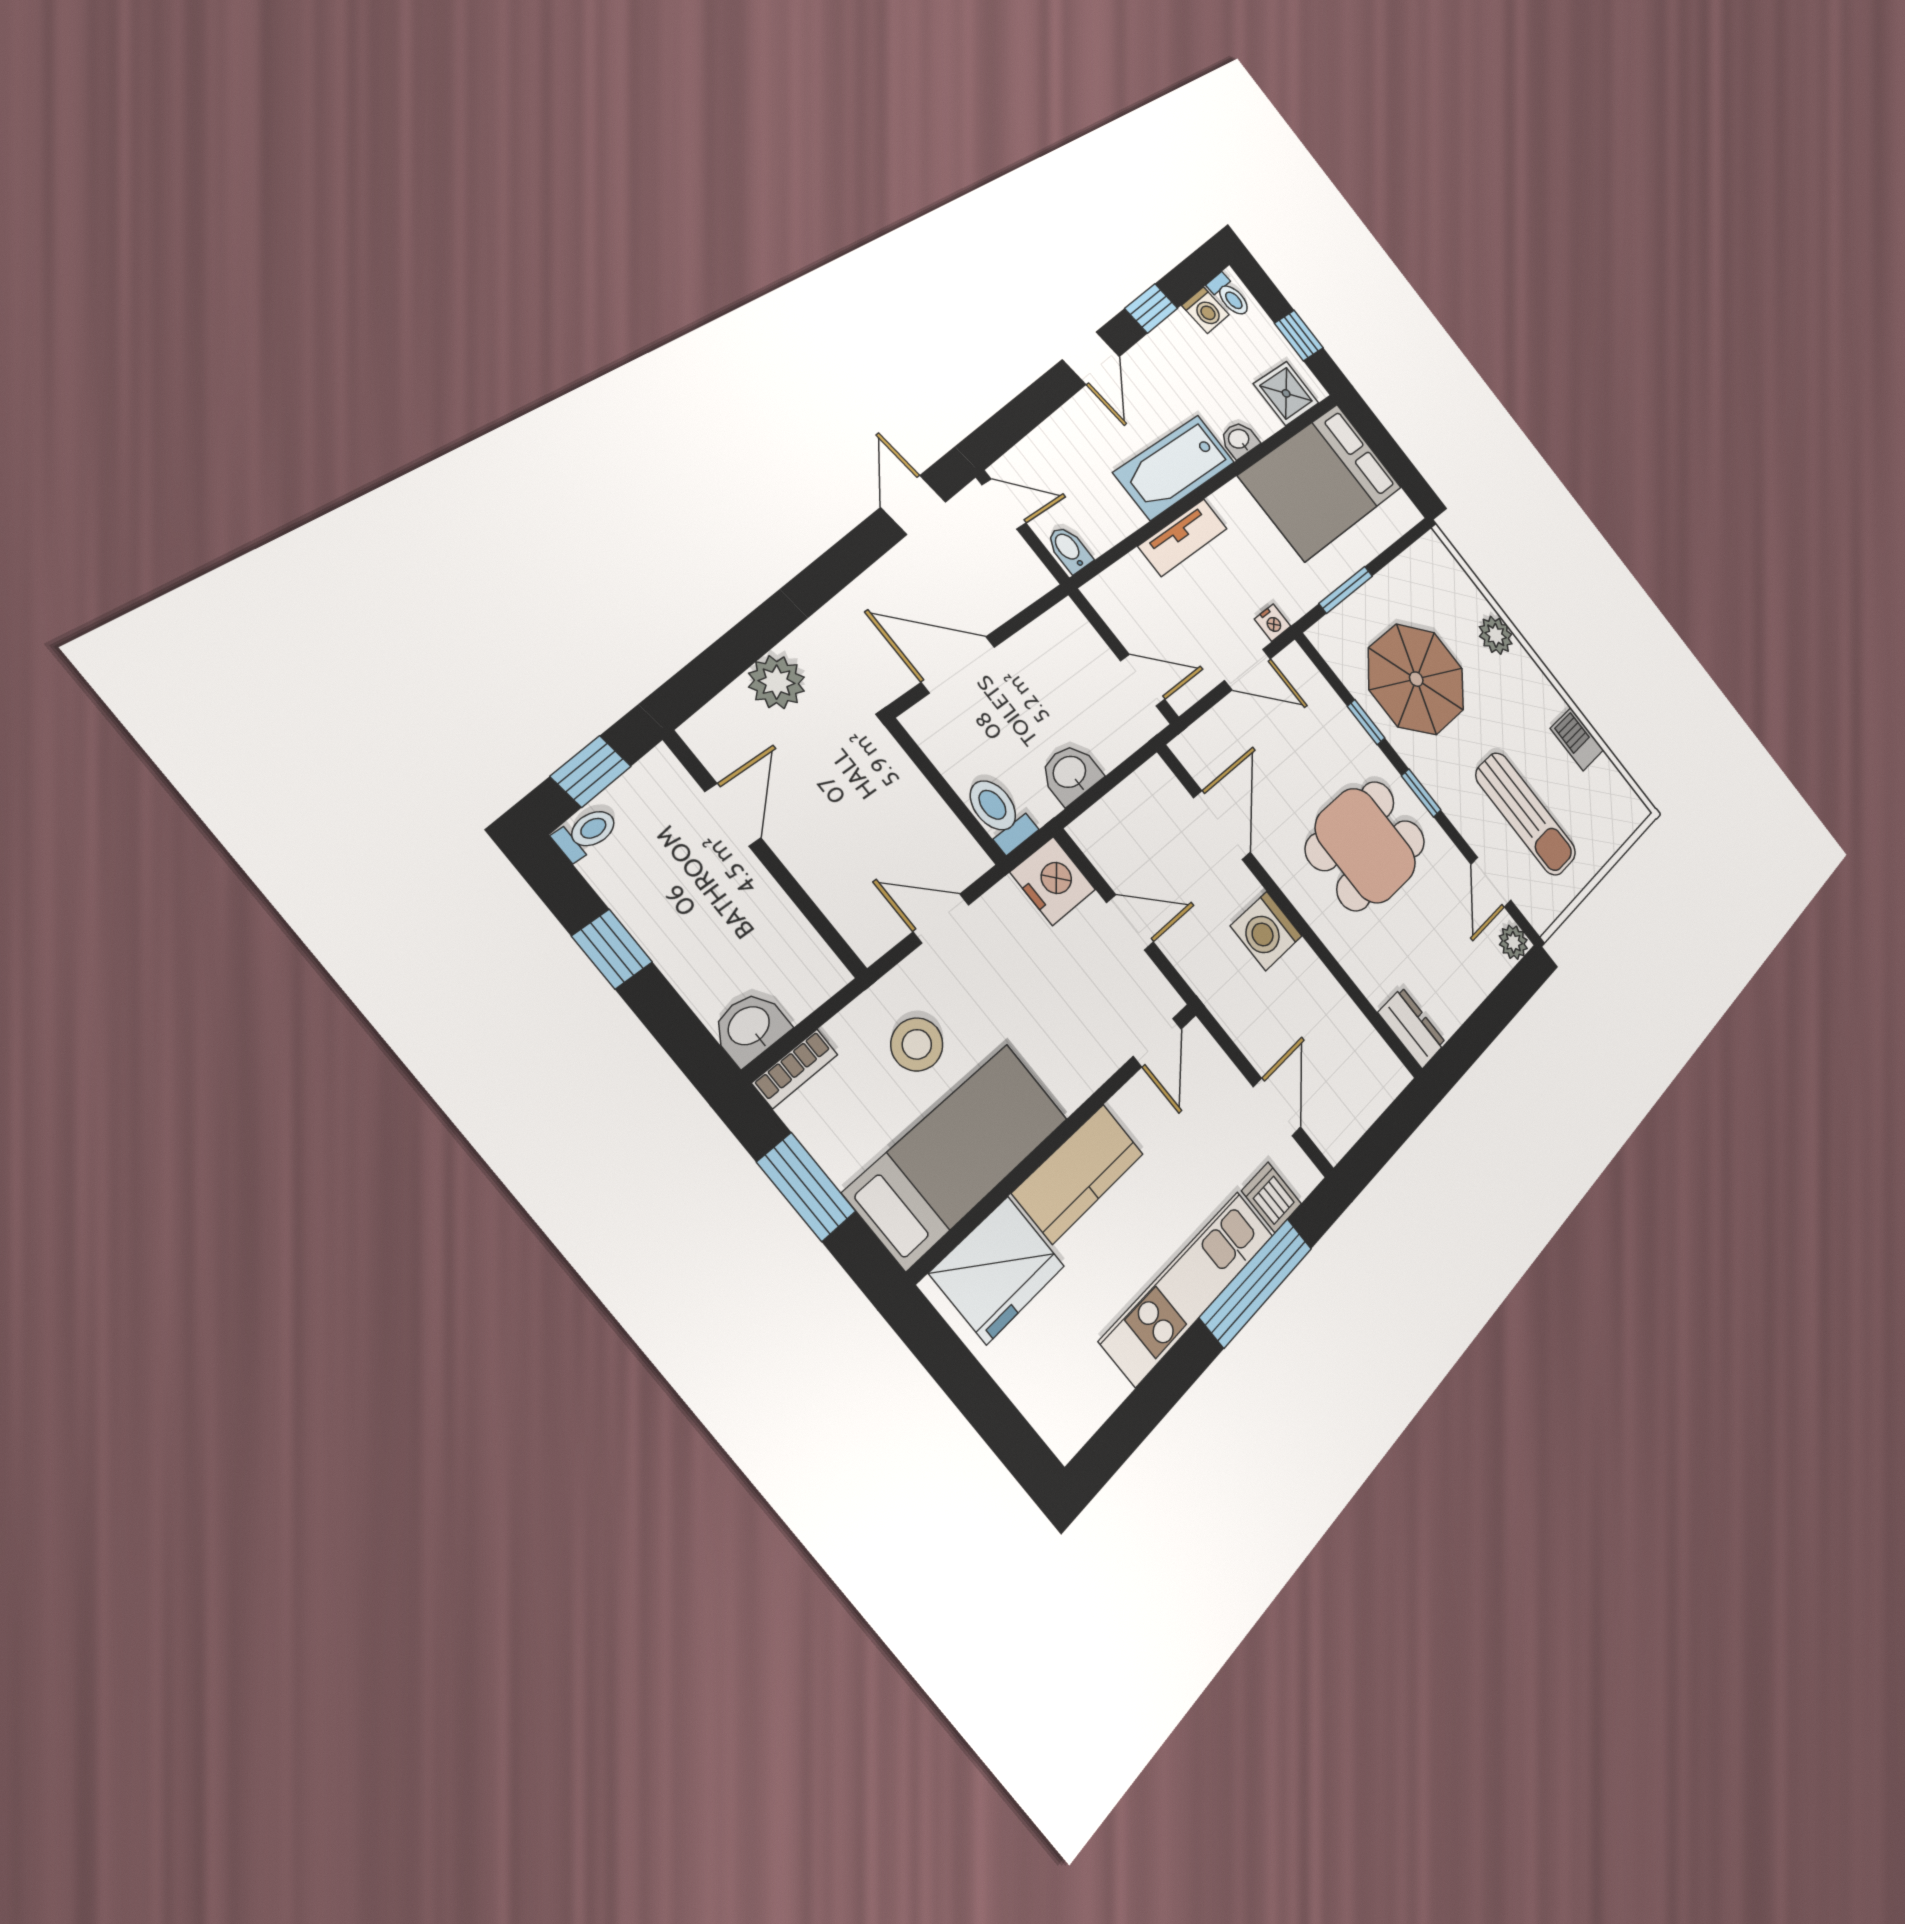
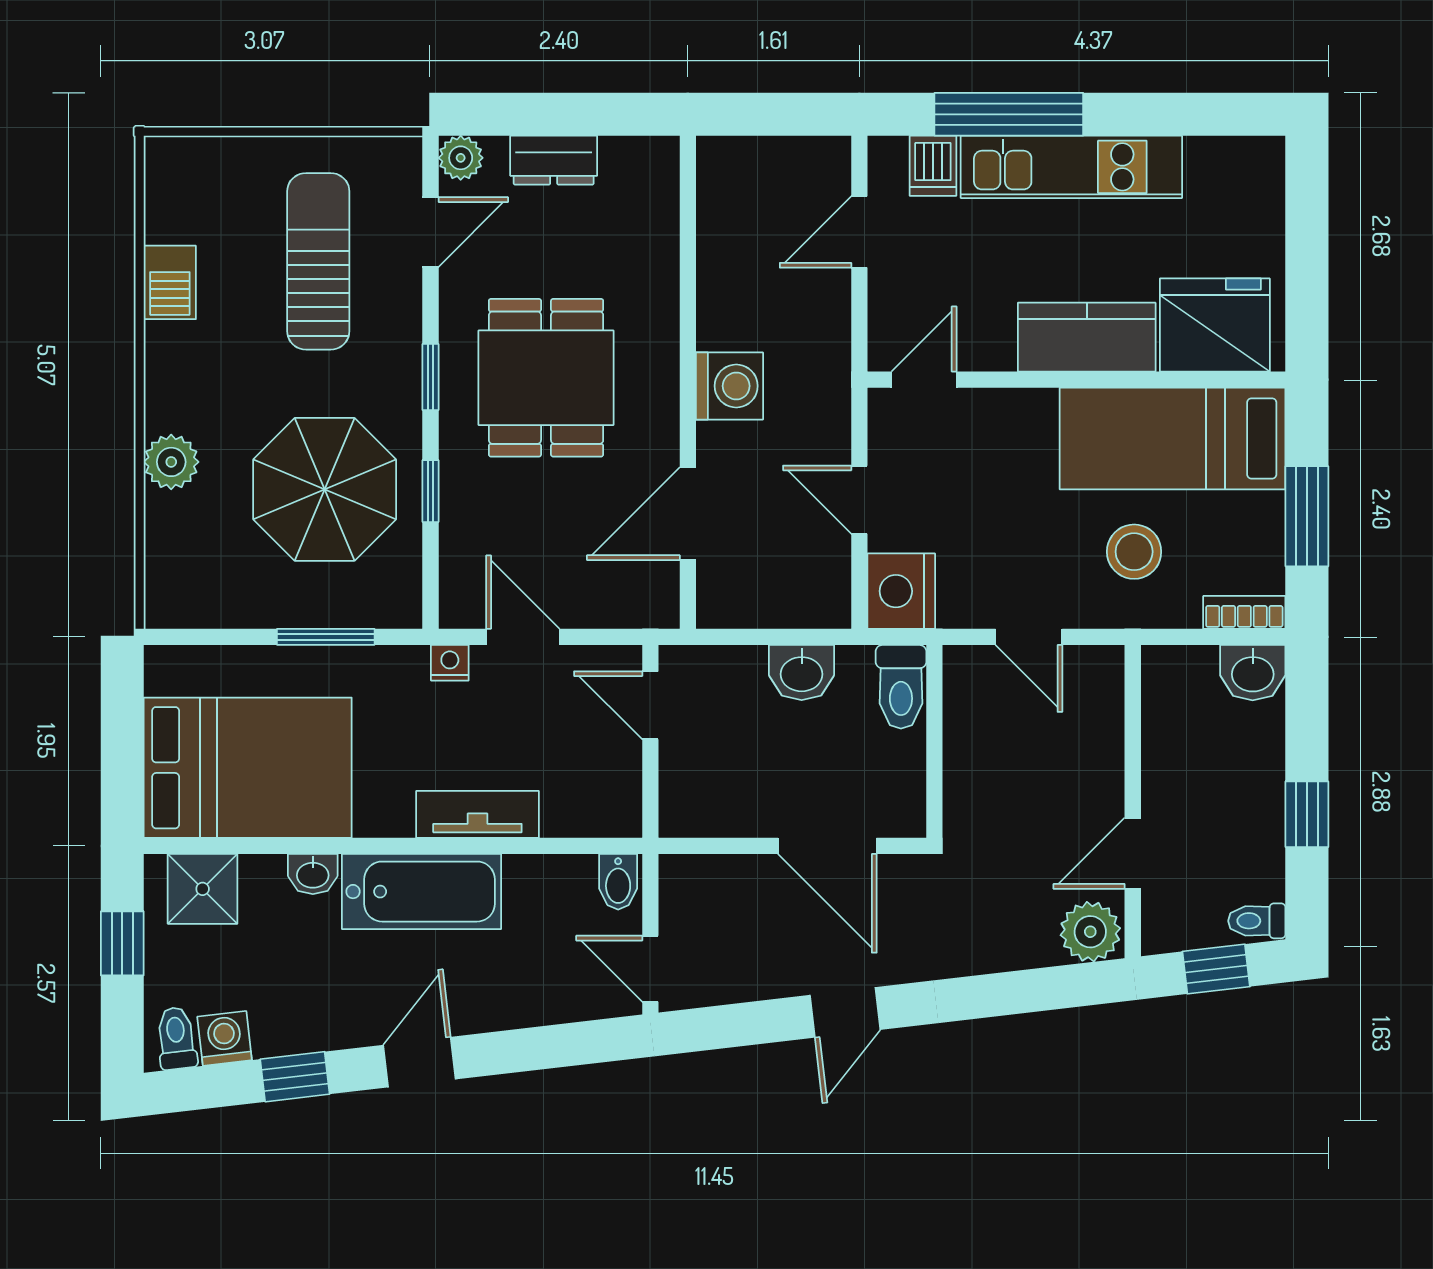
door: (913, 505) -> (845, 1012), moved
plant: (777, 682) -> (1090, 932), moved
dining table: (1366, 845) -> (546, 378), turned 90
dresser: (1412, 1028) -> (554, 160), moved, turned -90

